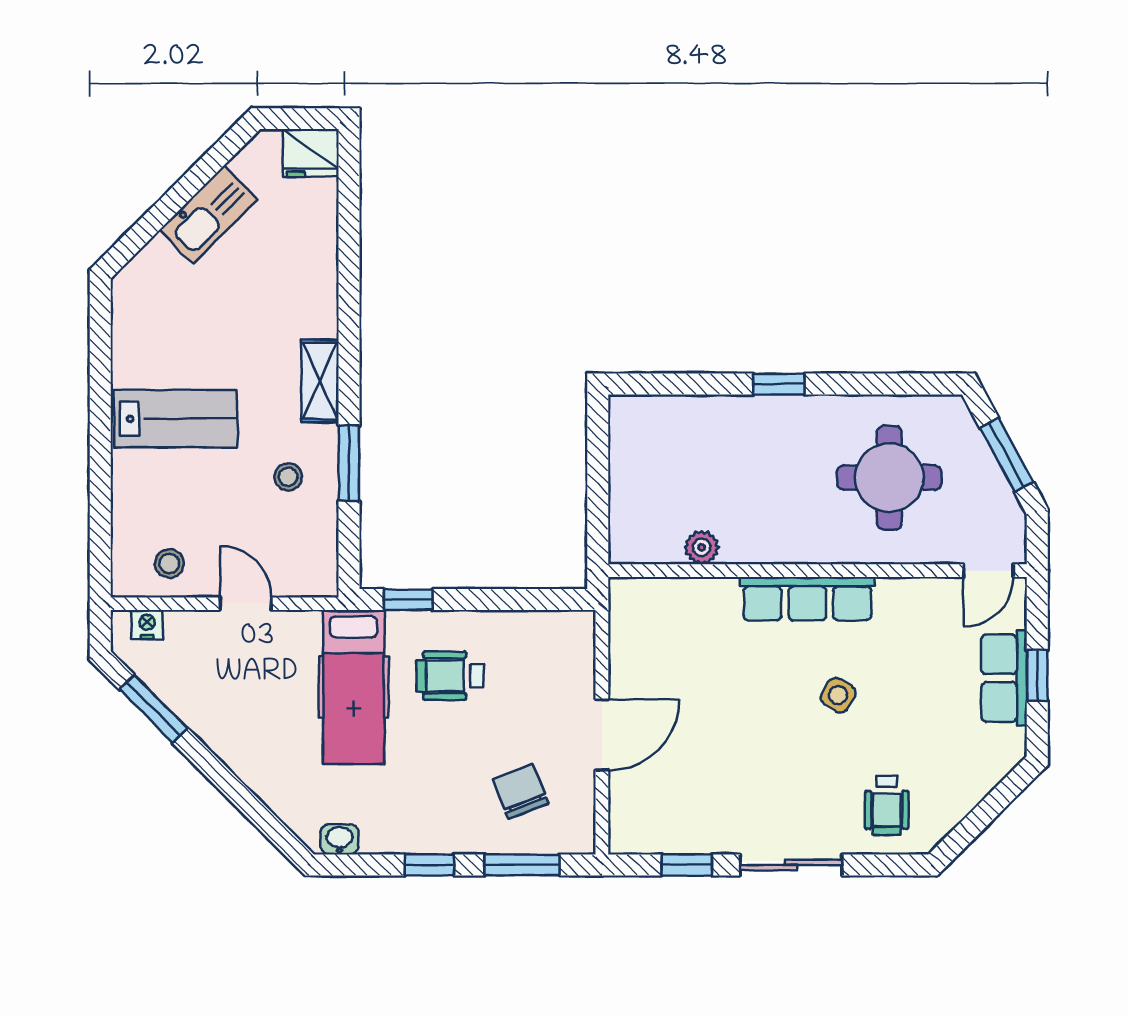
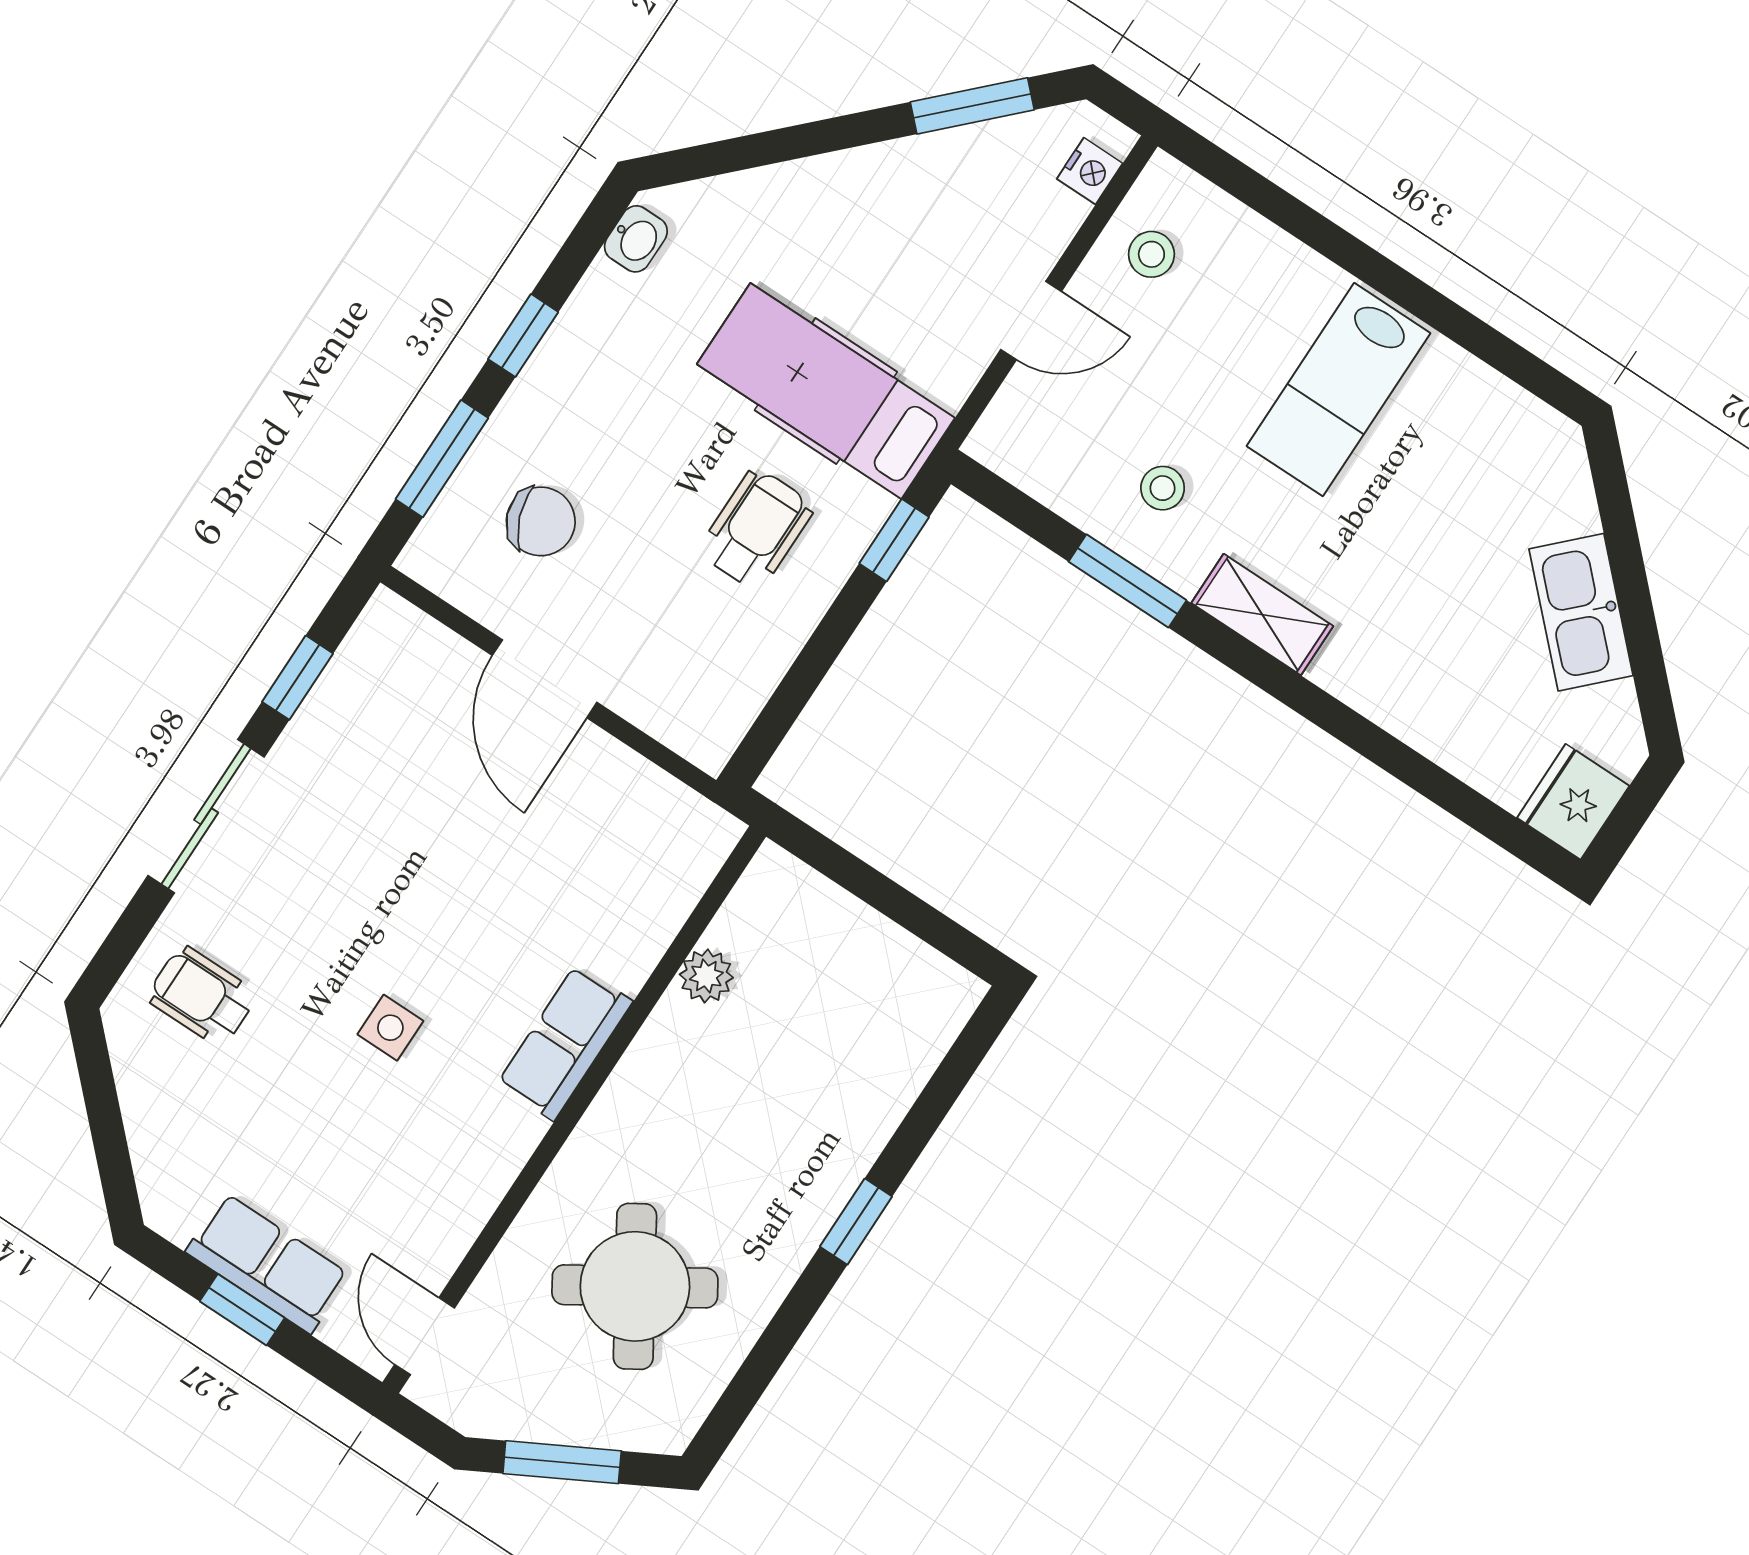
round table: (889, 478) -> (635, 1286), turned -32
row of seats: (807, 599) -> (565, 1043), width x0.68
side table: (838, 695) -> (390, 1028), turned -31

